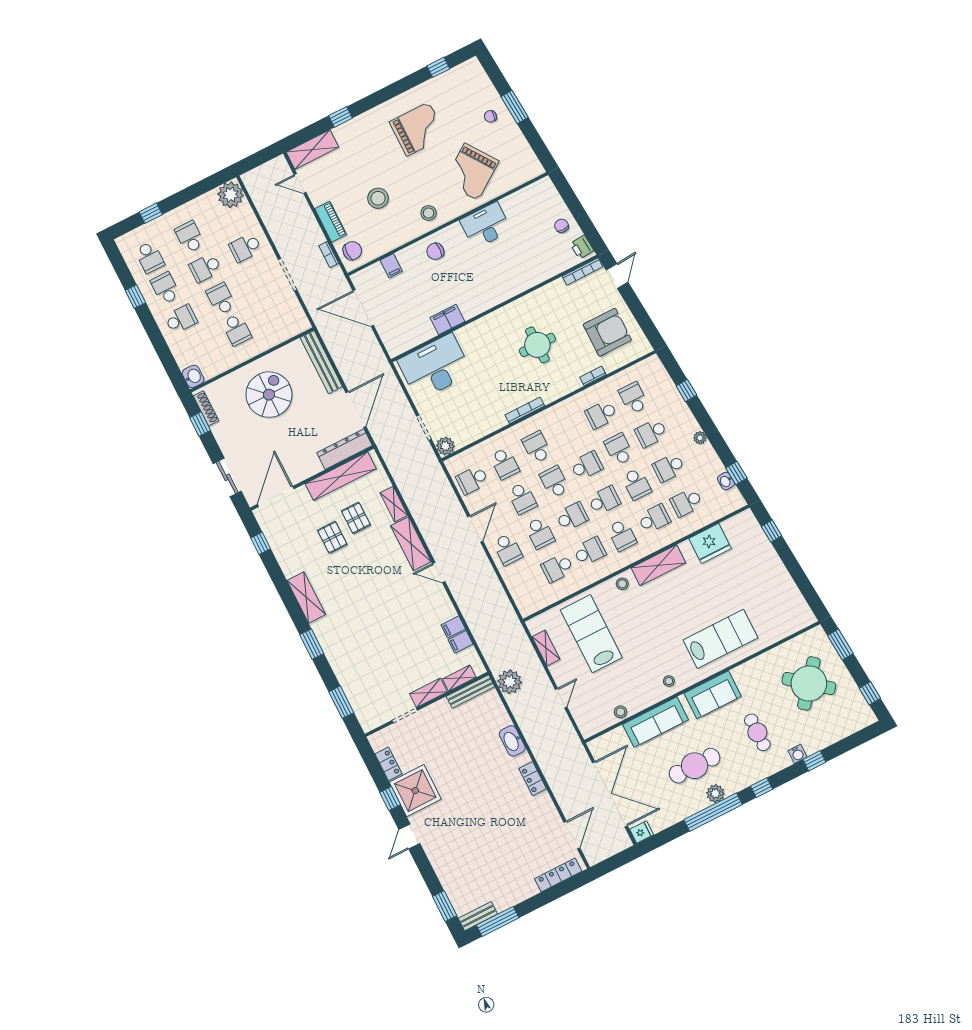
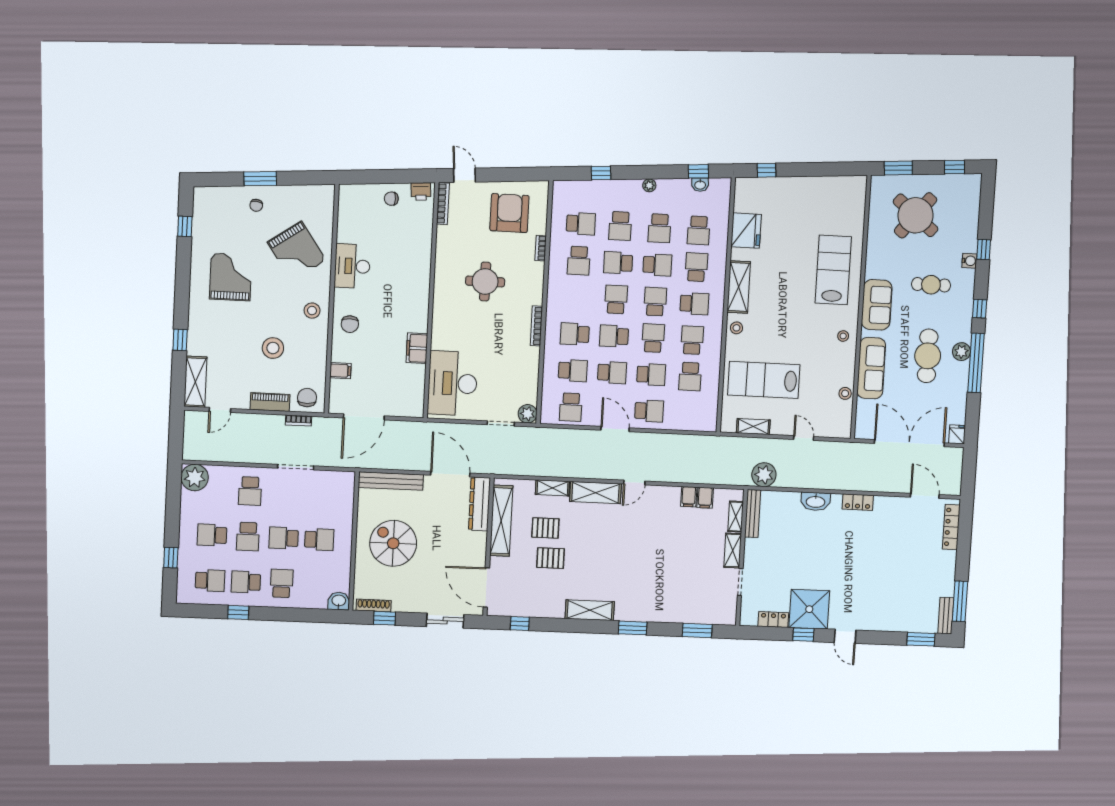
school desk: (633, 398) -> (581, 224), turned 180

